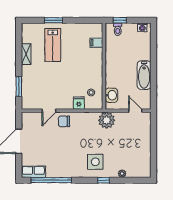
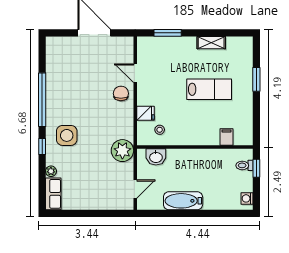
lab bench: (53, 45) -> (209, 89), moved, turned 180
row of seats: (33, 172) -> (53, 194), moved
window: (51, 180) -> (42, 100), moved

